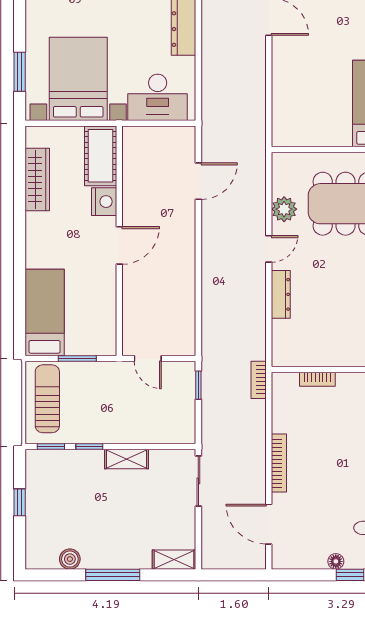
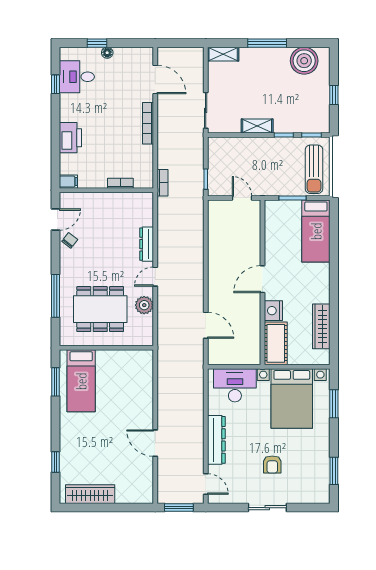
door: (198, 181) -> (206, 325), swing flipped
boiler: (70, 559) -> (304, 61), width x1.86, depth x1.86

